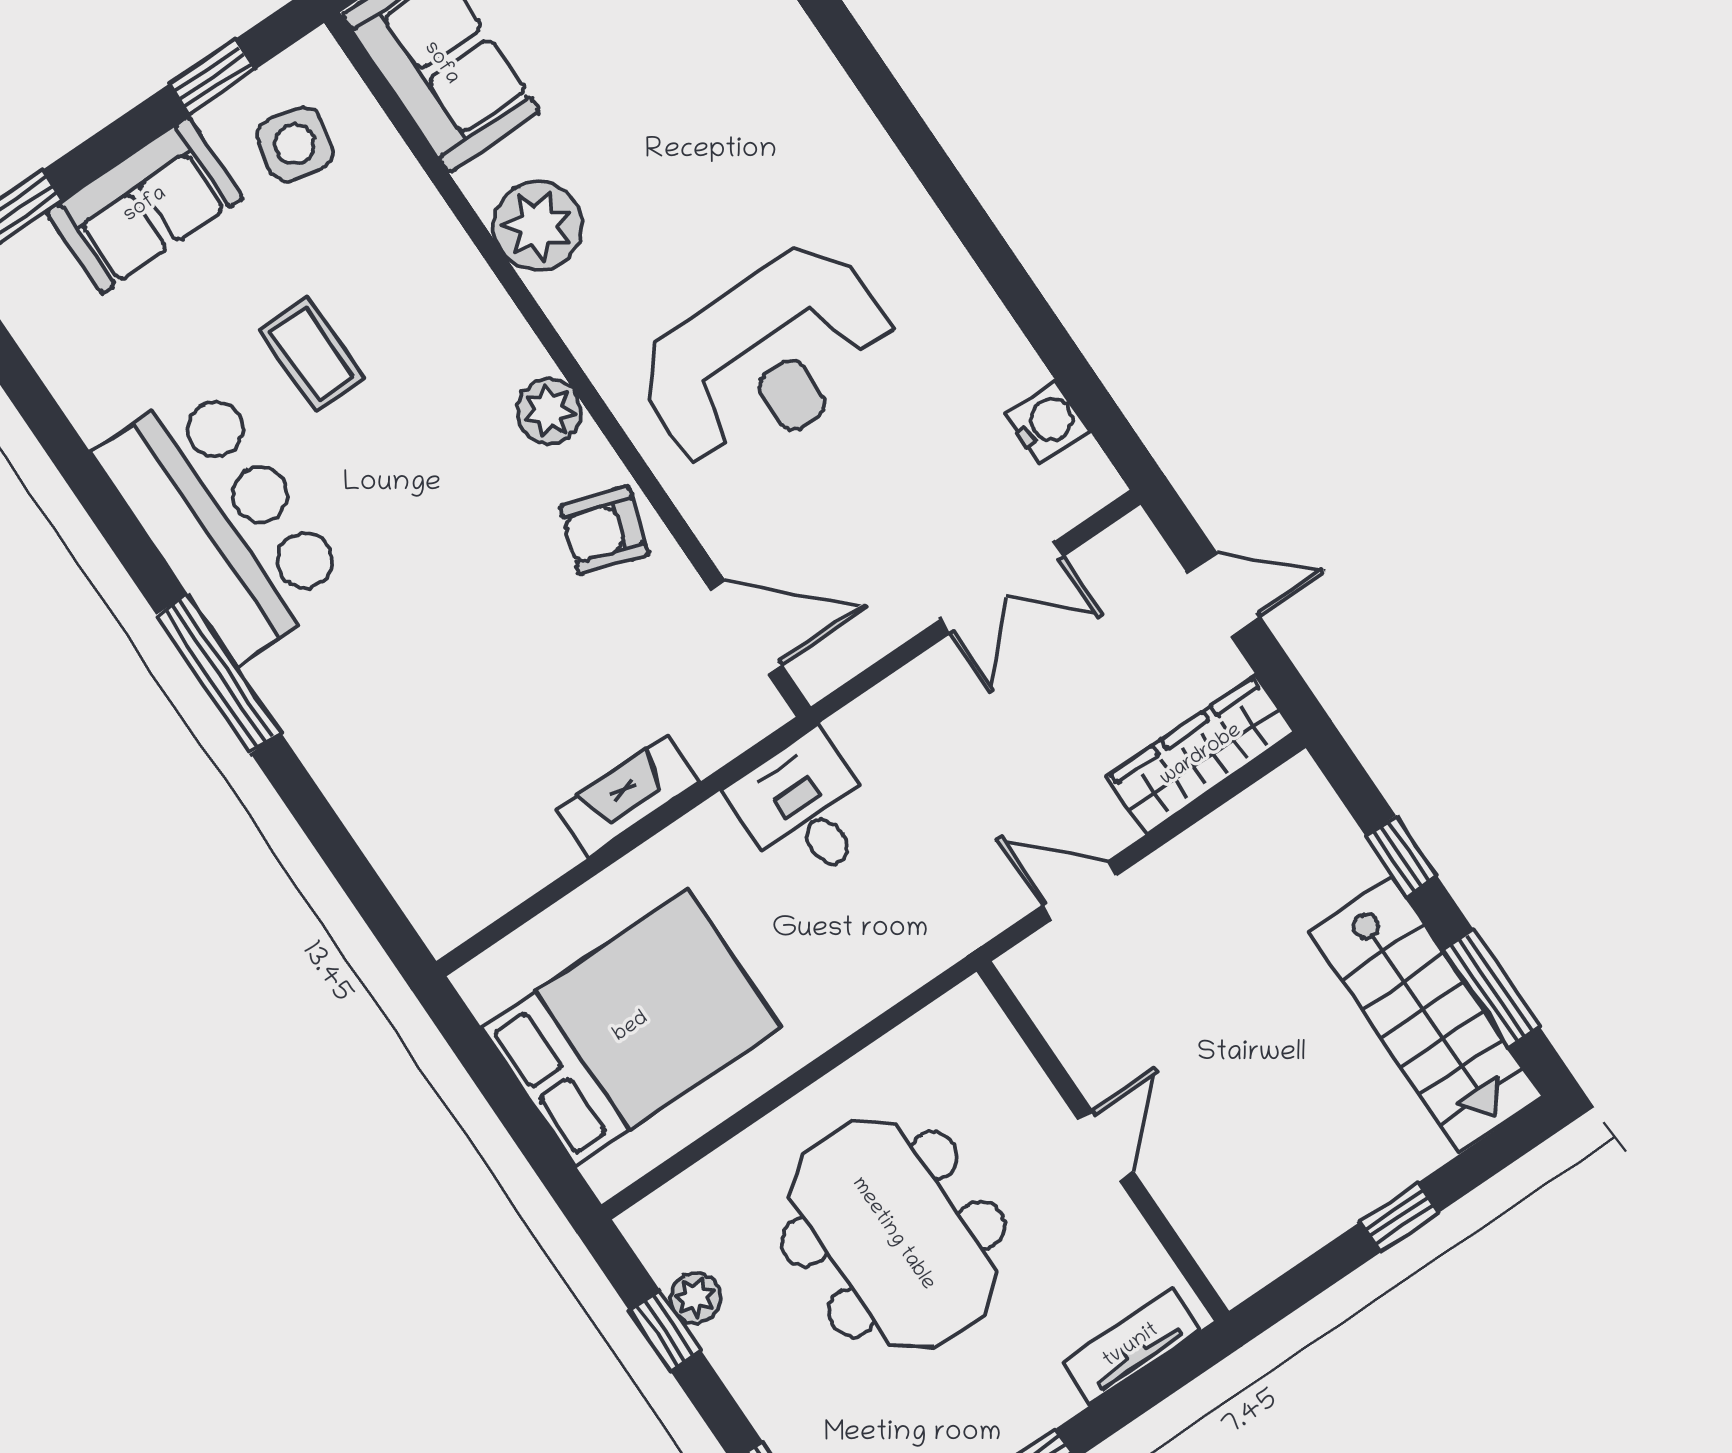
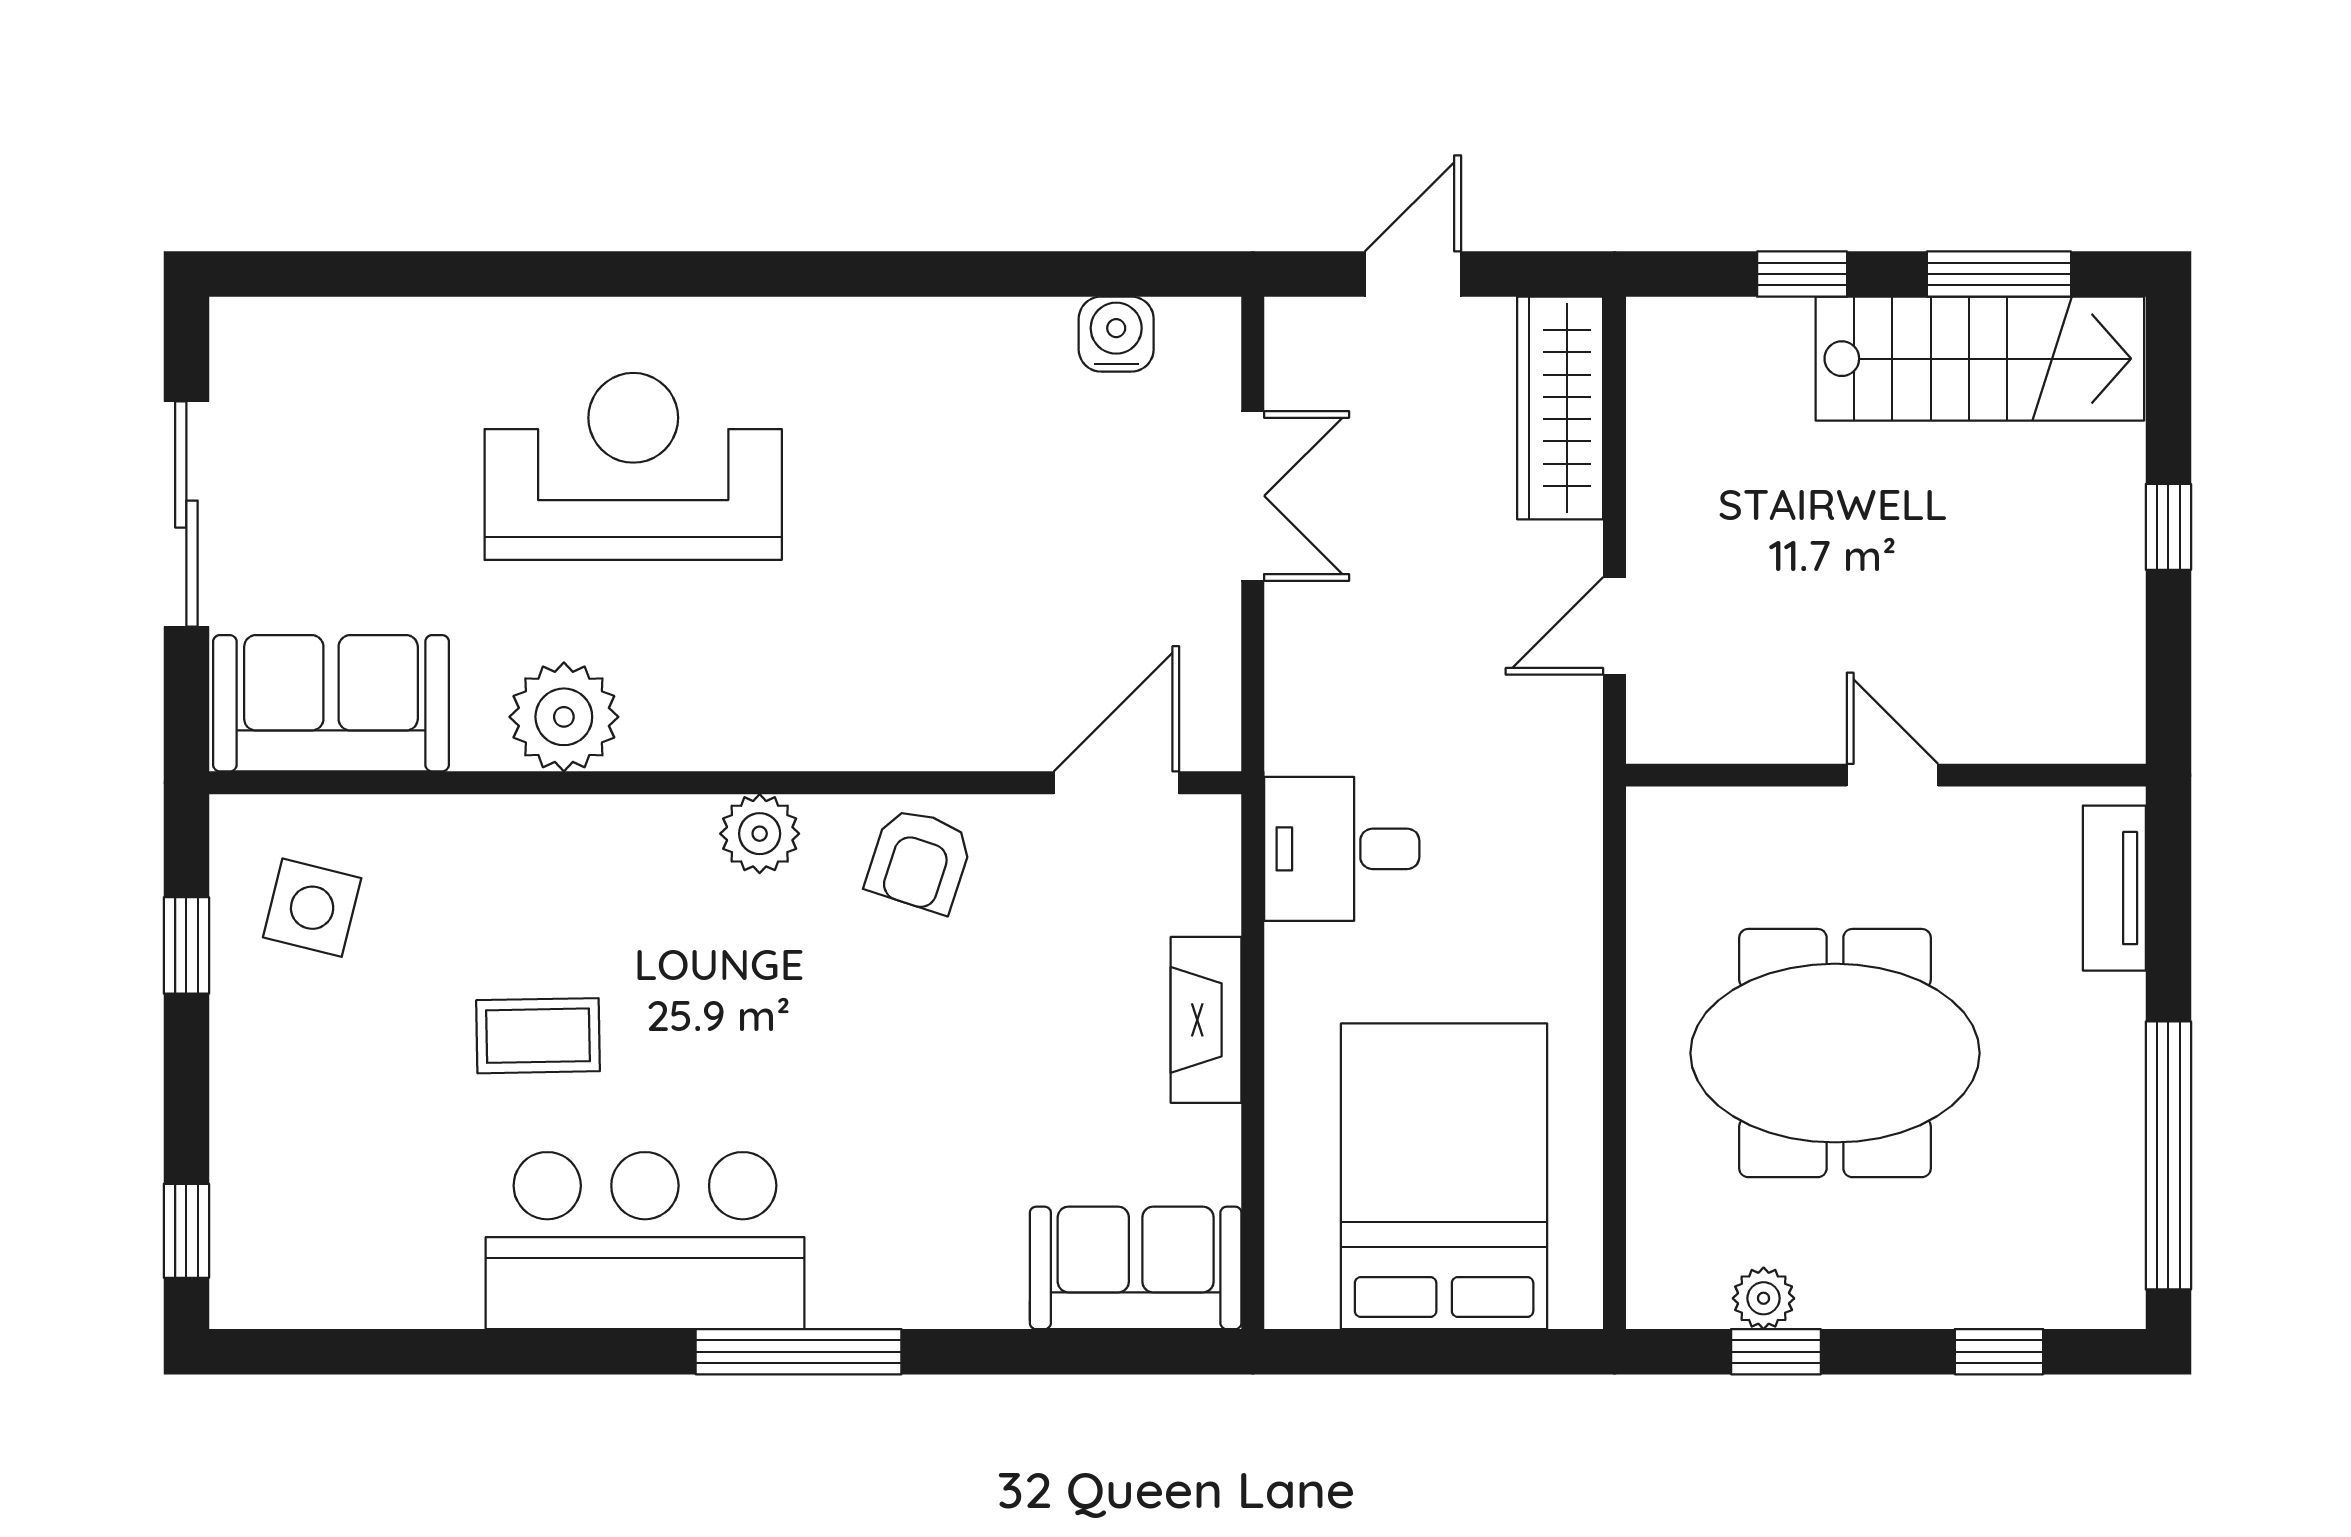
sofa: (145, 205) -> (1136, 1268), moved, turned -90
reception desk: (767, 358) -> (633, 466), moved, turned -90

